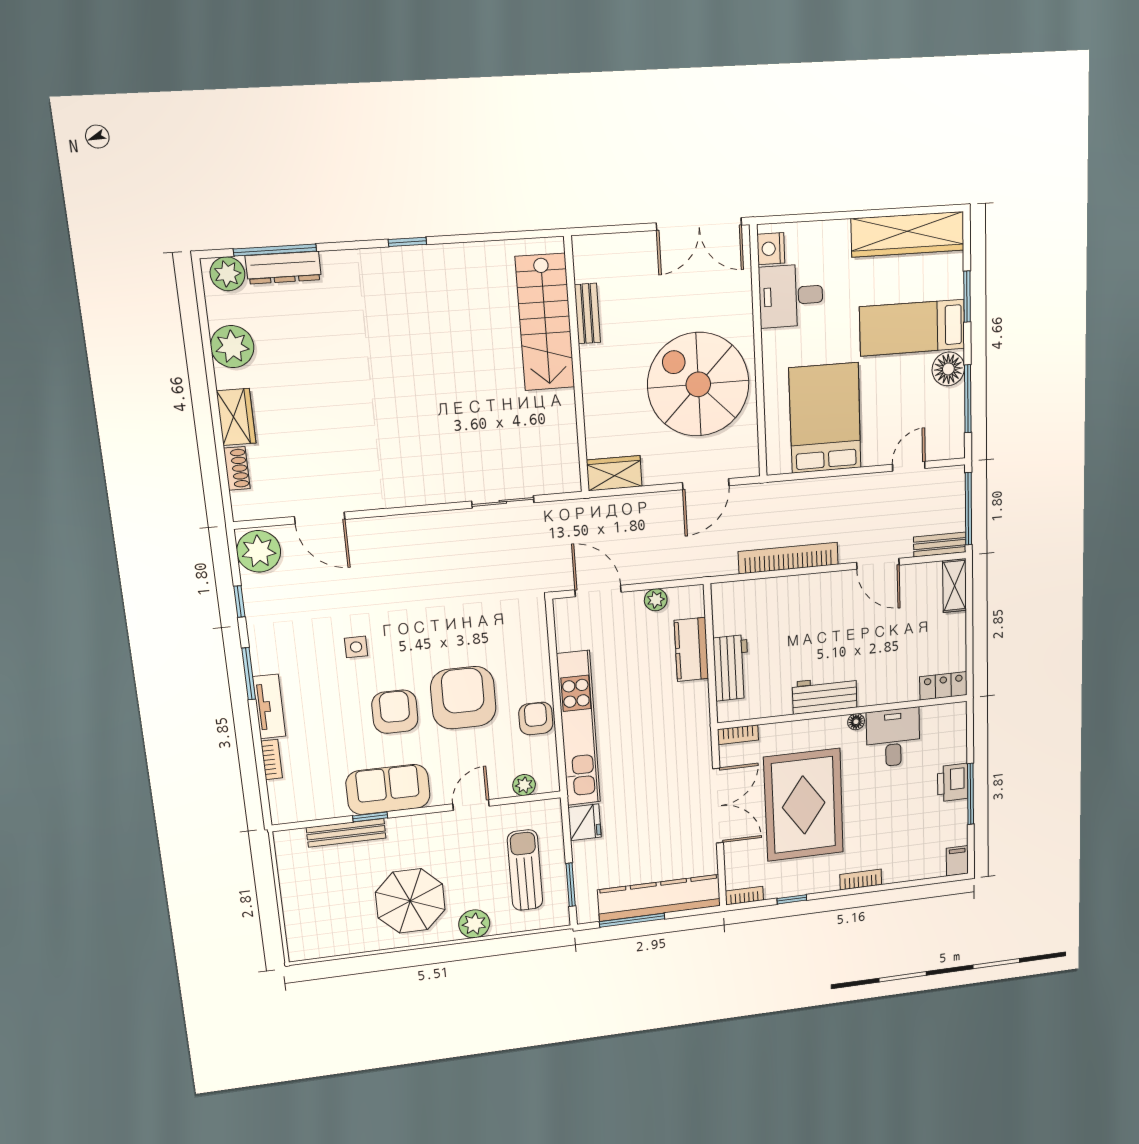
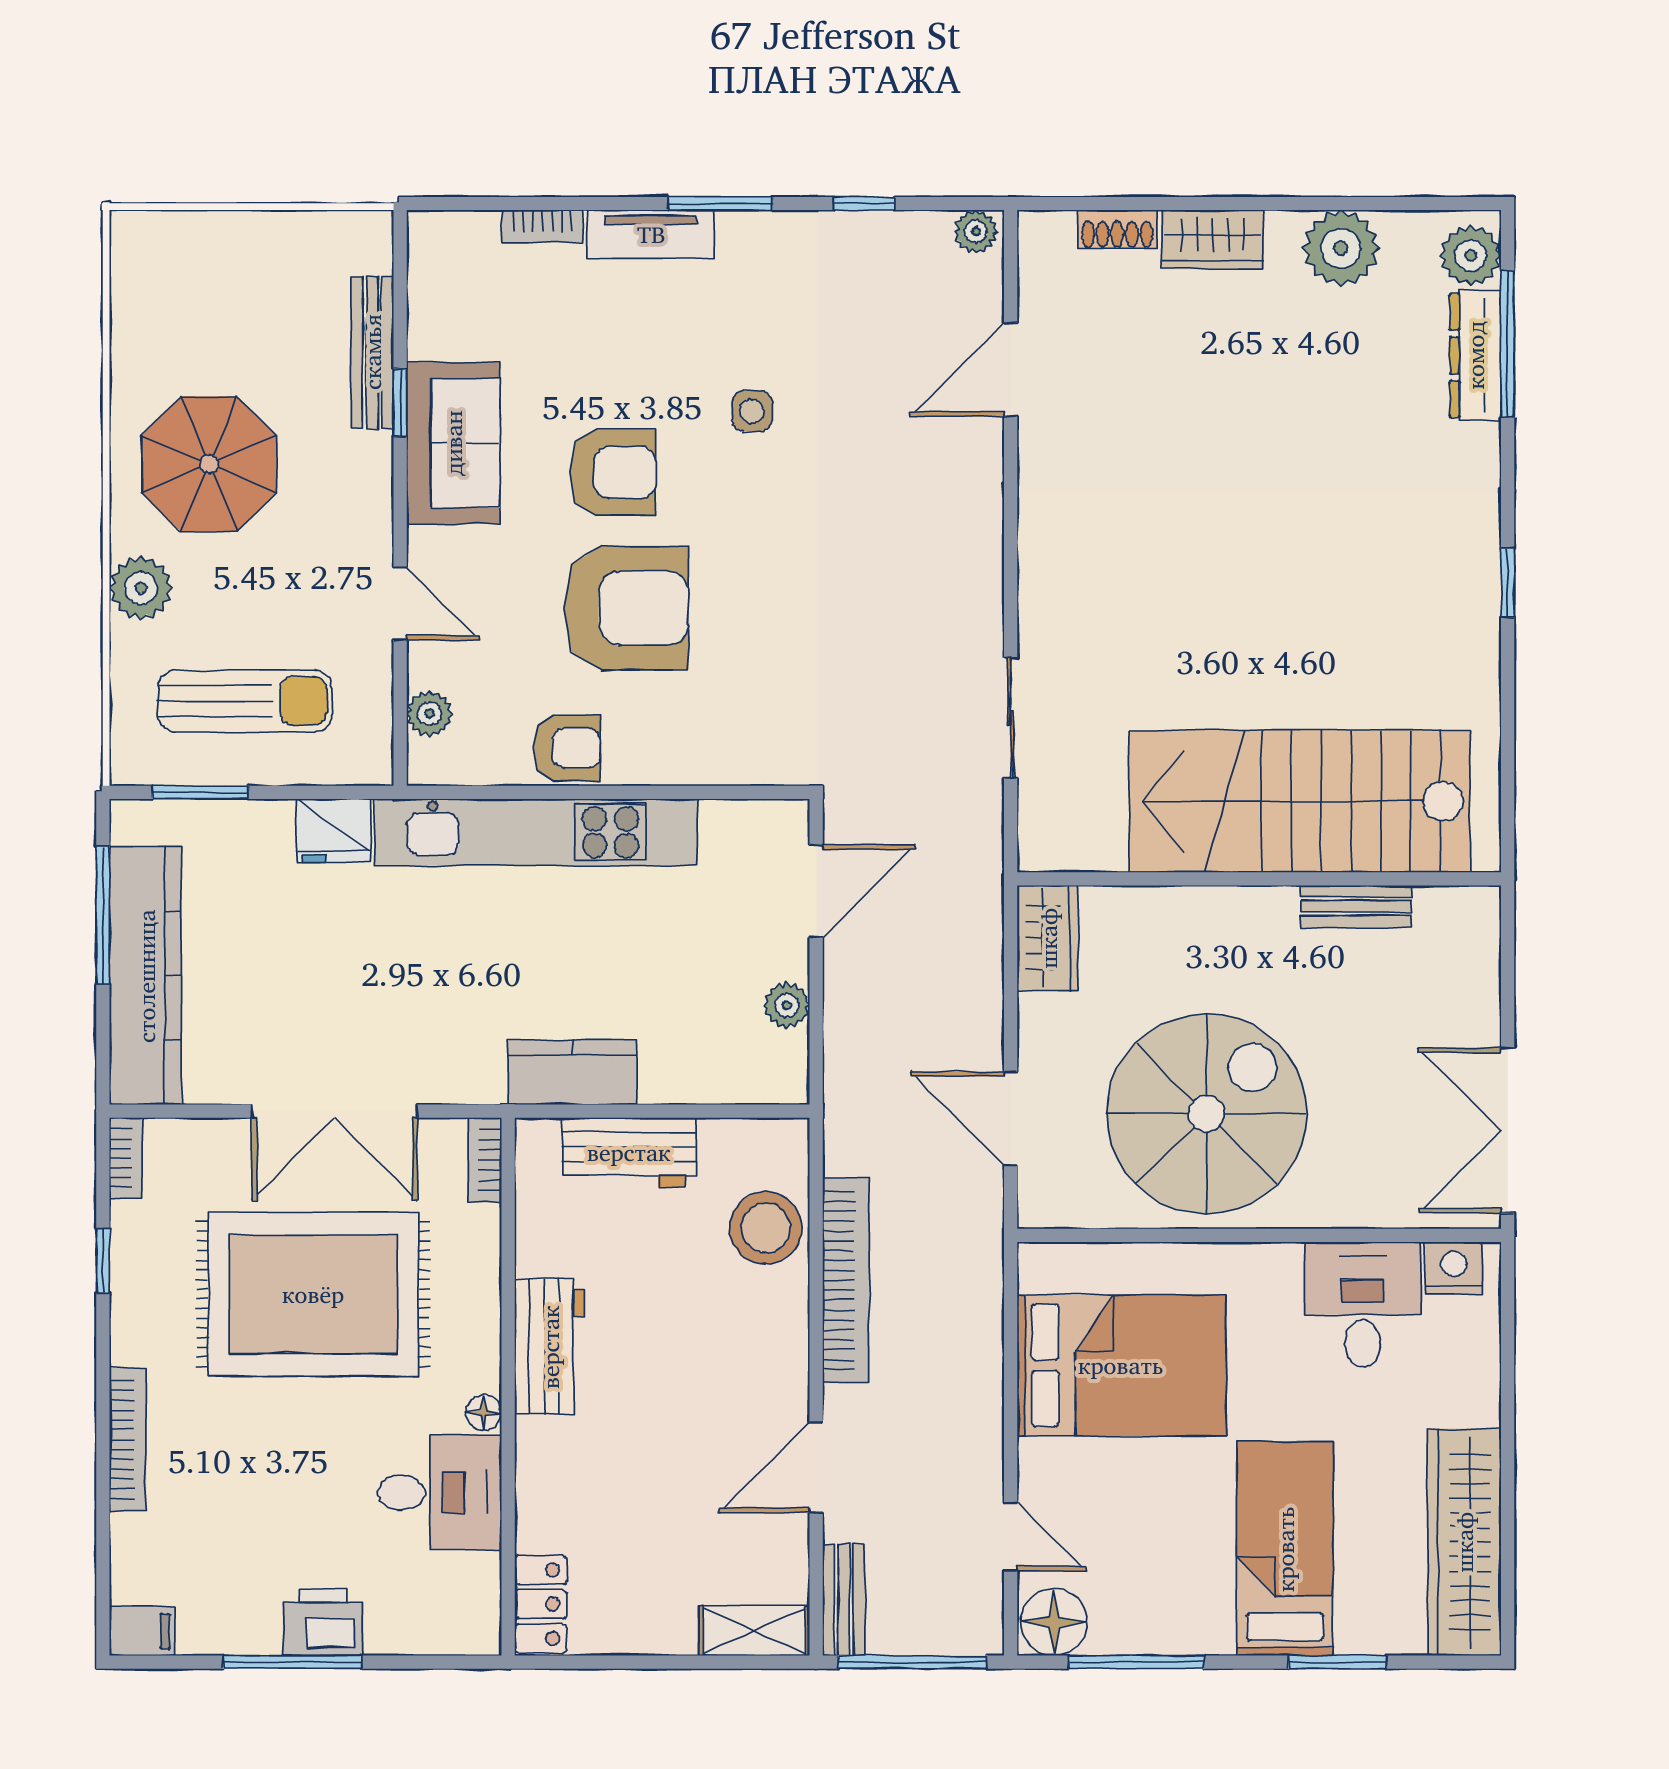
stairs: (545, 322) -> (1300, 801), width x1.36, depth x1.51
floor lamp: (948, 369) -> (1054, 1622), moved
plant: (259, 551) -> (976, 231), width x0.53, depth x0.53
stool: (765, 599) -> (766, 1228), added
kitchen counter: (691, 649) -> (572, 1072), moved
bookcase: (861, 880) -> (128, 1440), width x1.56

